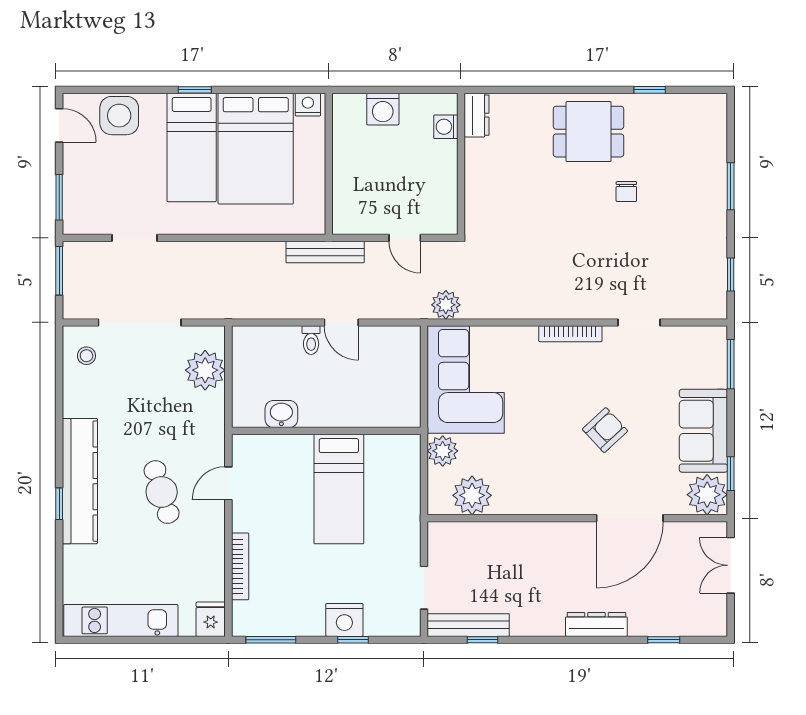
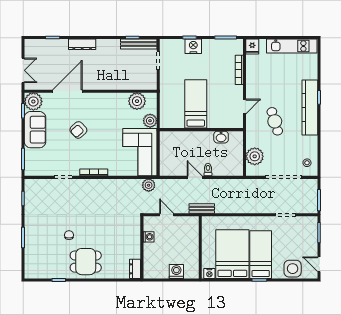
washing machine: (446, 127) -> (149, 237), moved
bench: (325, 252) -> (202, 208), width x0.73
cafe table: (162, 492) -> (275, 121), moved

